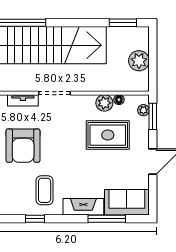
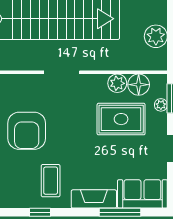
tv unit: (23, 100) -> (26, 80), removed
floor lamp: (119, 100) -> (139, 85), width x1.89, depth x1.89
plant: (143, 110) -> (161, 105), moved

